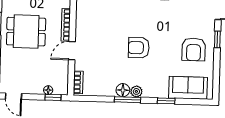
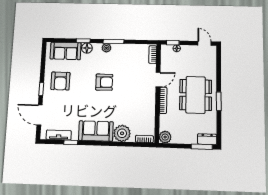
dining table: (26, 32) -> (196, 95), width x1.38
armchair: (194, 49) -> (60, 81), turned 180
floor lamp: (123, 90) -> (87, 48), moved

